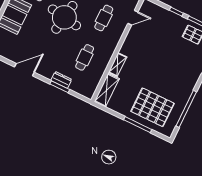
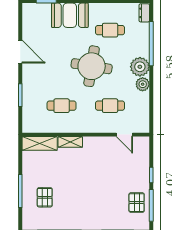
dresser: (61, 80) -> (28, 93), removed
pallet: (153, 107) -> (45, 197), width x0.49, depth x0.50

